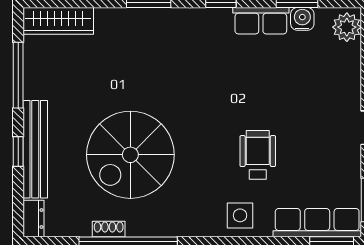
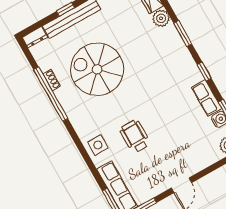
plant: (109, 21) -> (161, 18), added
wheelchair: (258, 155) -> (135, 136), turned -90

